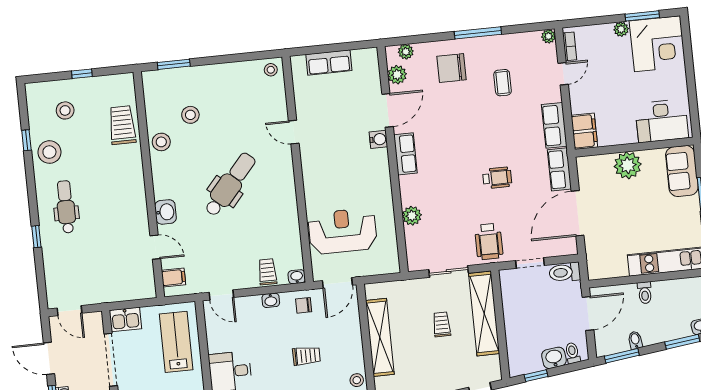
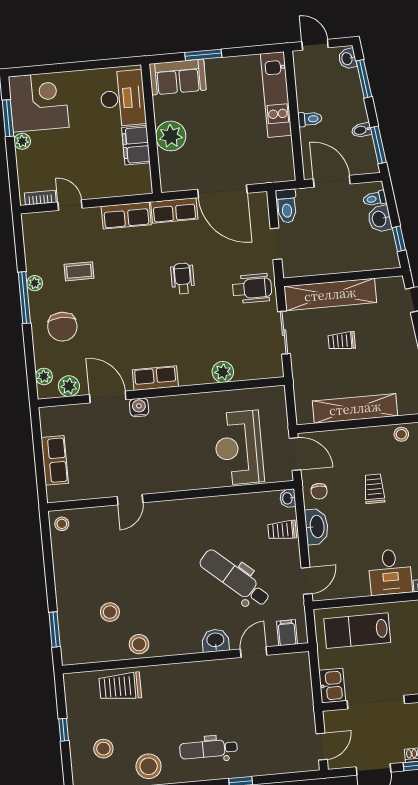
plant: (549, 36) -> (35, 283), moved
filing cabinet: (584, 131) -> (136, 145), moved, turned -90
dental chair: (230, 184) -> (235, 578), moved
washbasin: (271, 300) -> (317, 527), width x1.91, depth x1.45

